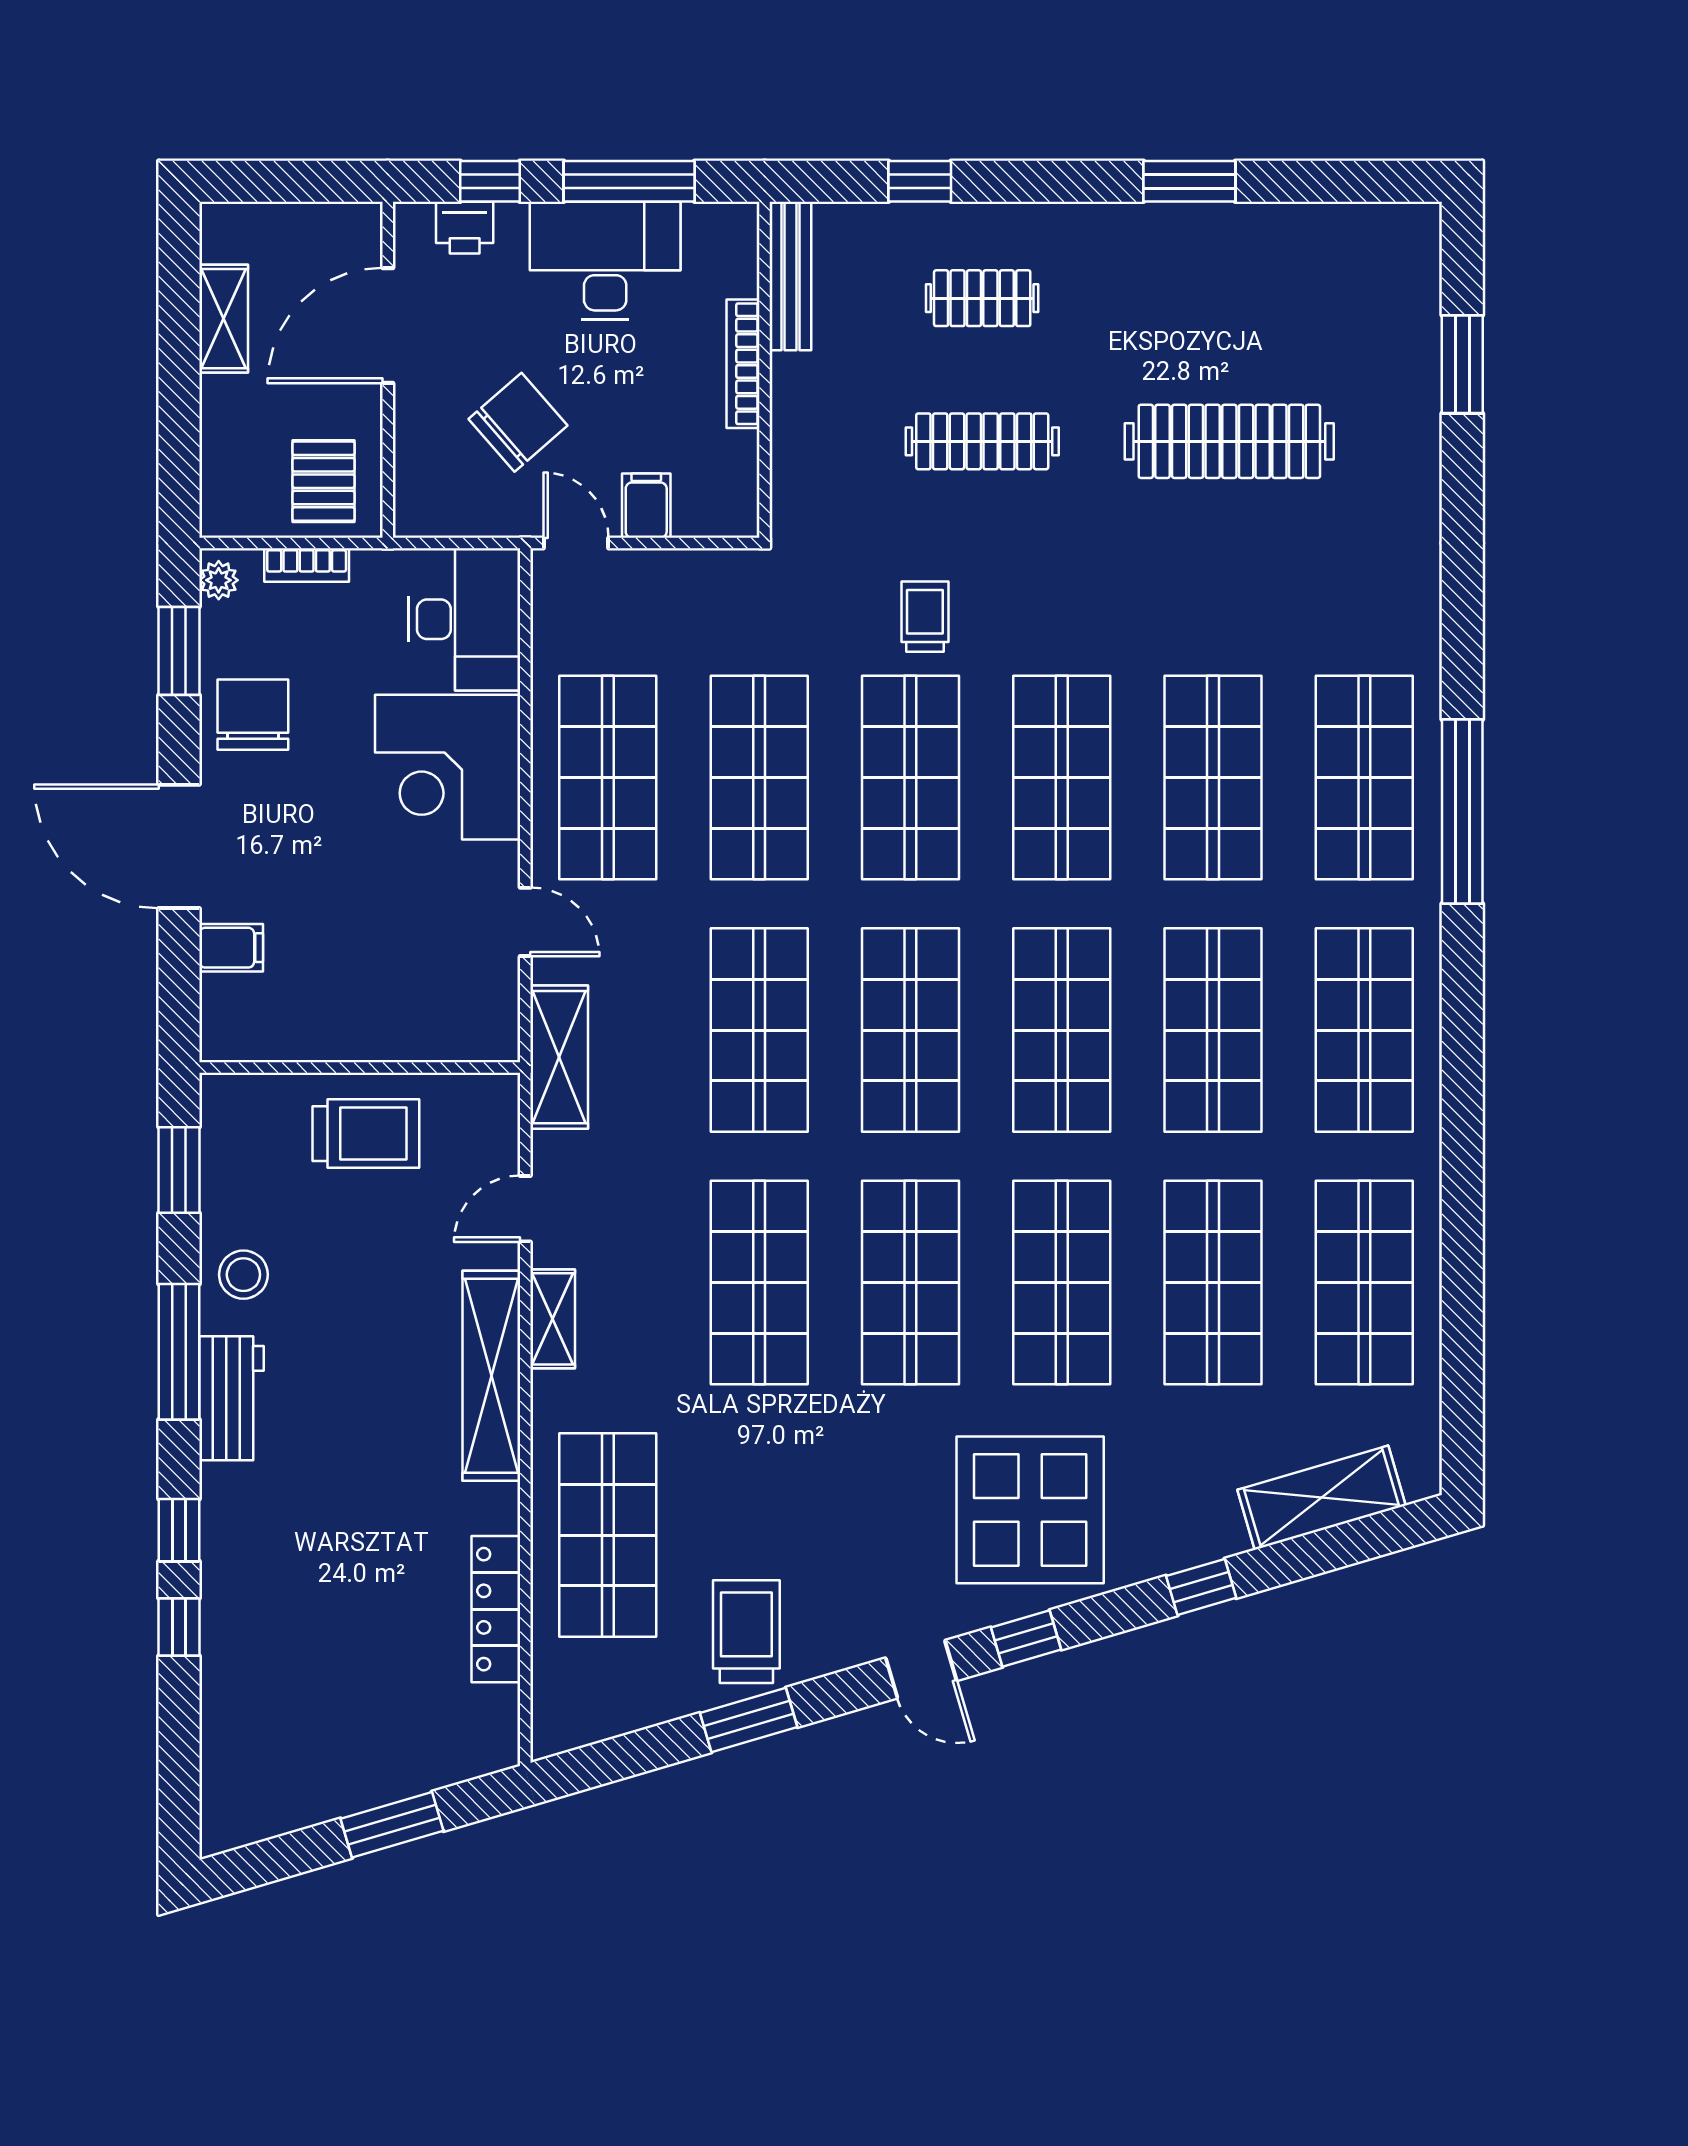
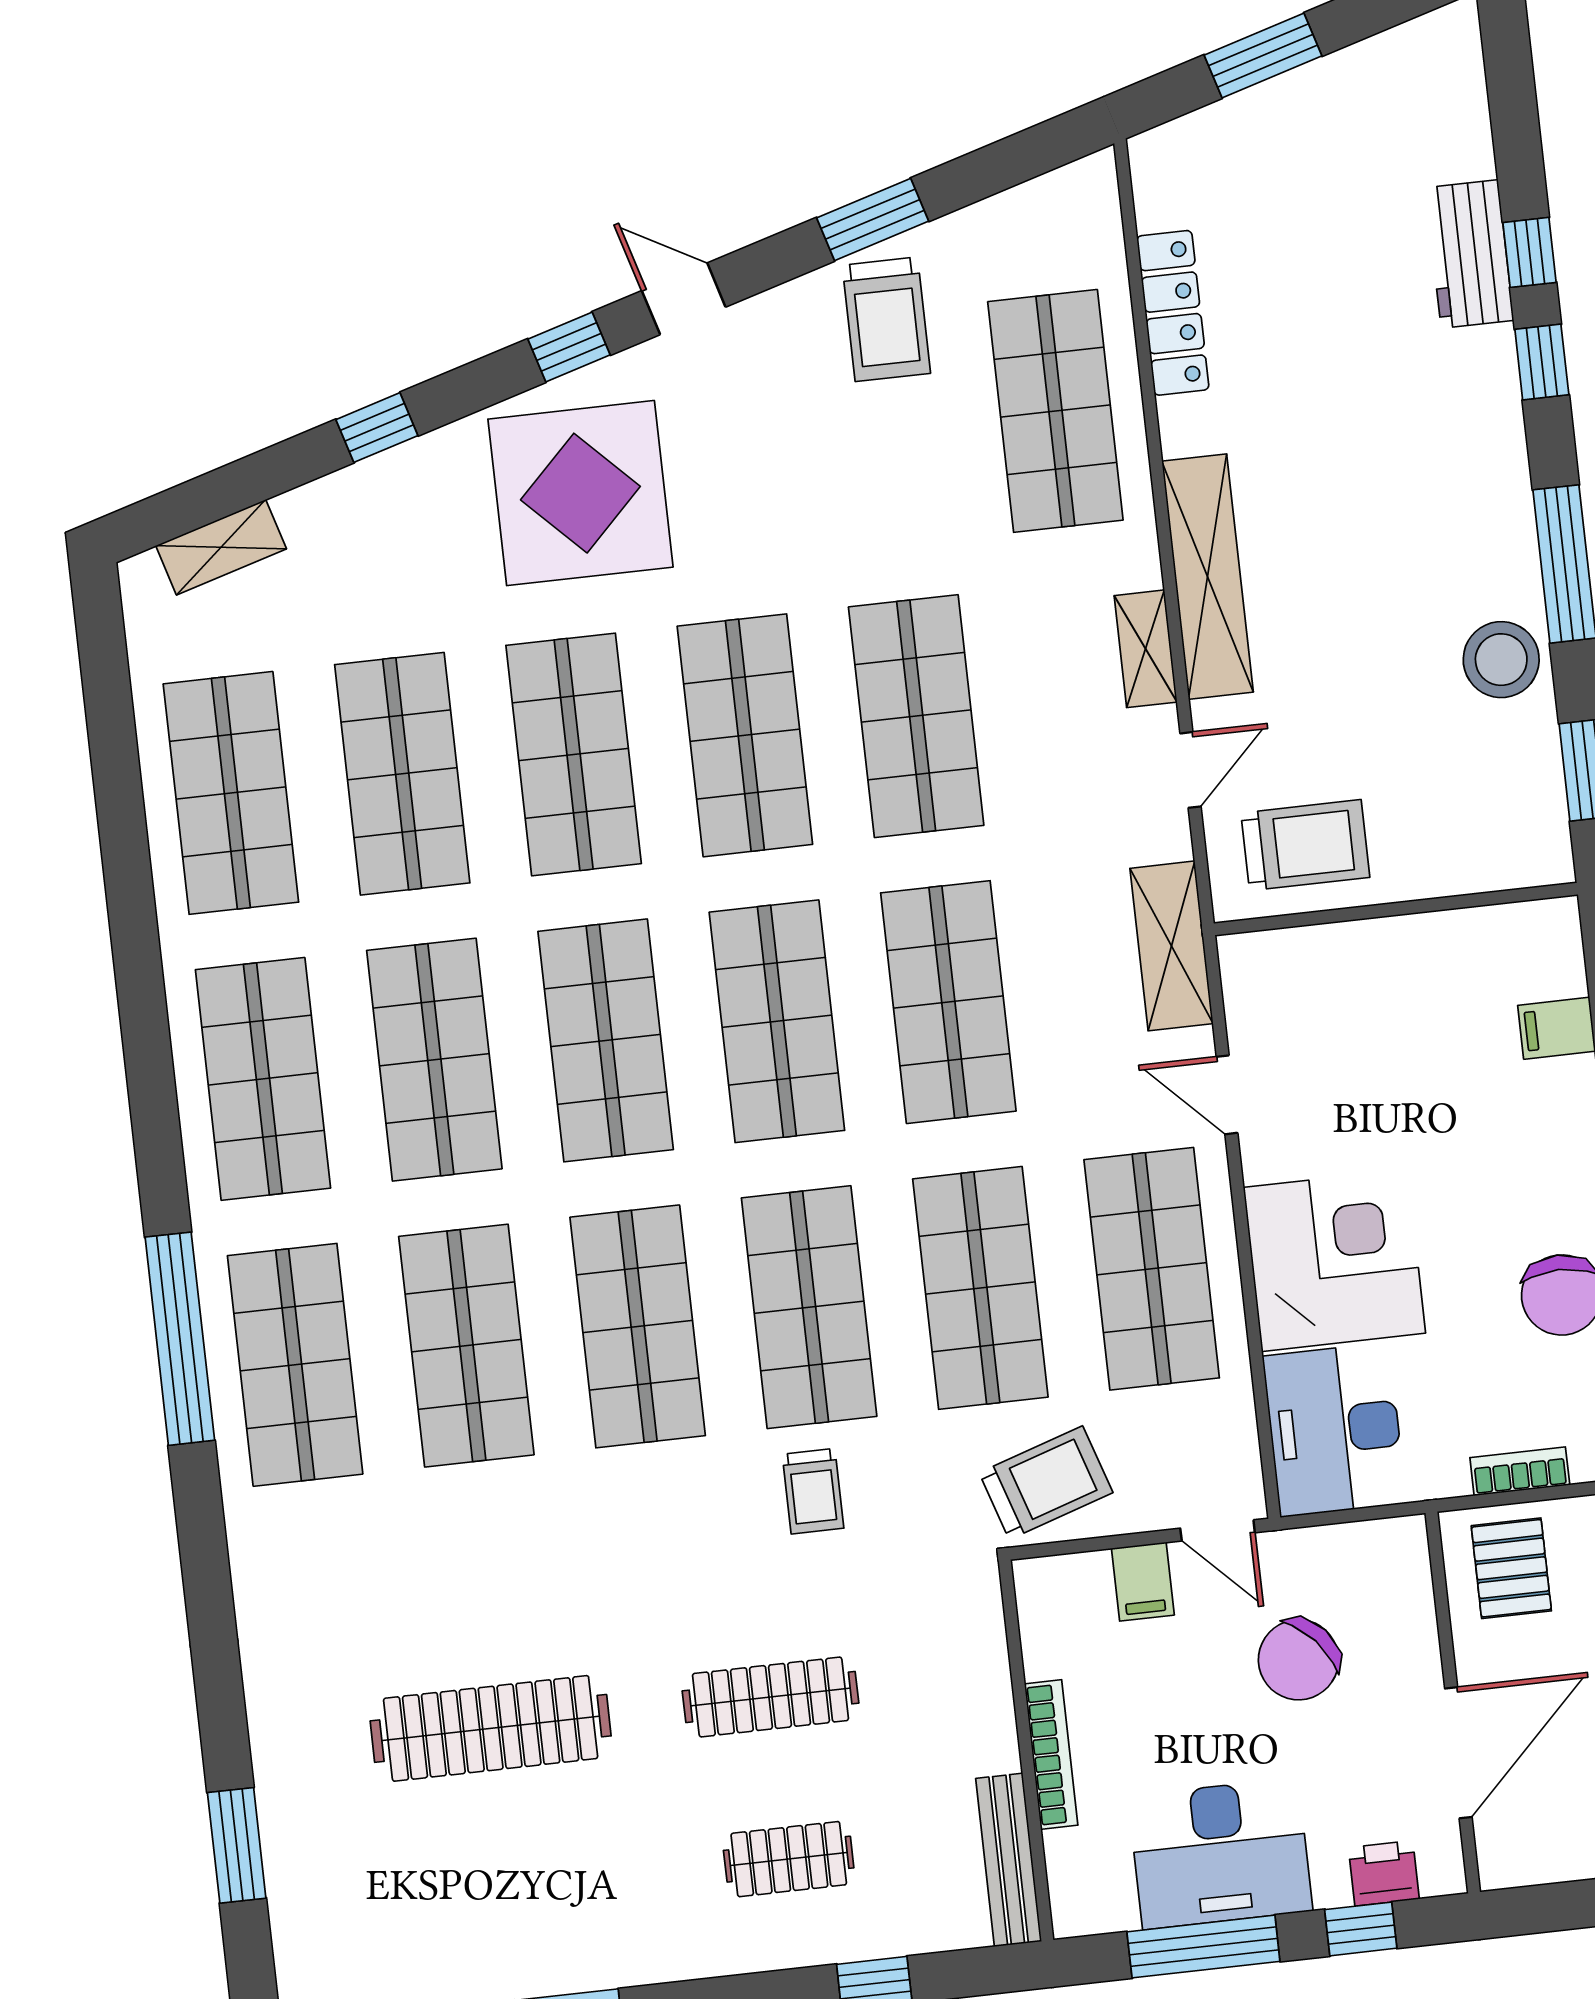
trolley: (721, 601) -> (1046, 1483), added
trolley: (366, 1134) -> (1305, 845), moved, turned 180
stool: (243, 1275) -> (1501, 660), width x1.38, depth x1.38
workbench: (231, 1398) -> (1470, 254), moved
shelving: (1322, 1498) -> (221, 547), width x0.67, depth x0.75

